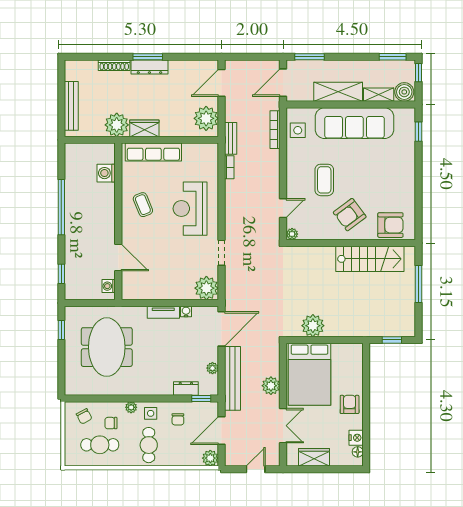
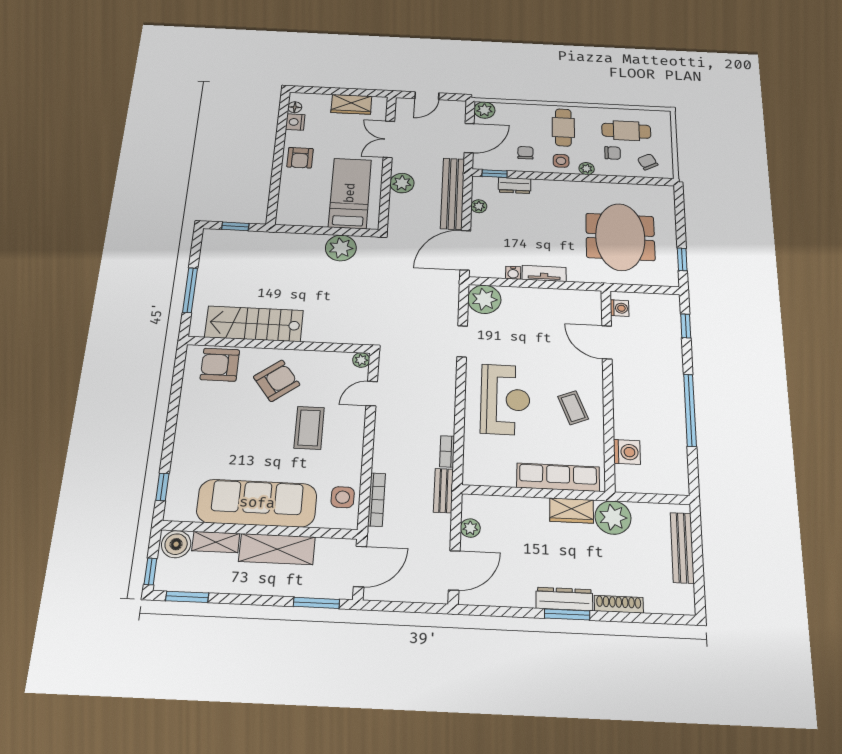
plant: (206, 118) -> (470, 528), width x0.53, depth x0.53
bed: (309, 374) -> (350, 193), width x0.67

